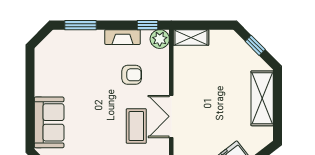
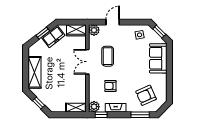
armchair: (70, 59) -> (146, 95), added
double door: (171, 116) -> (87, 62), swing flipped

